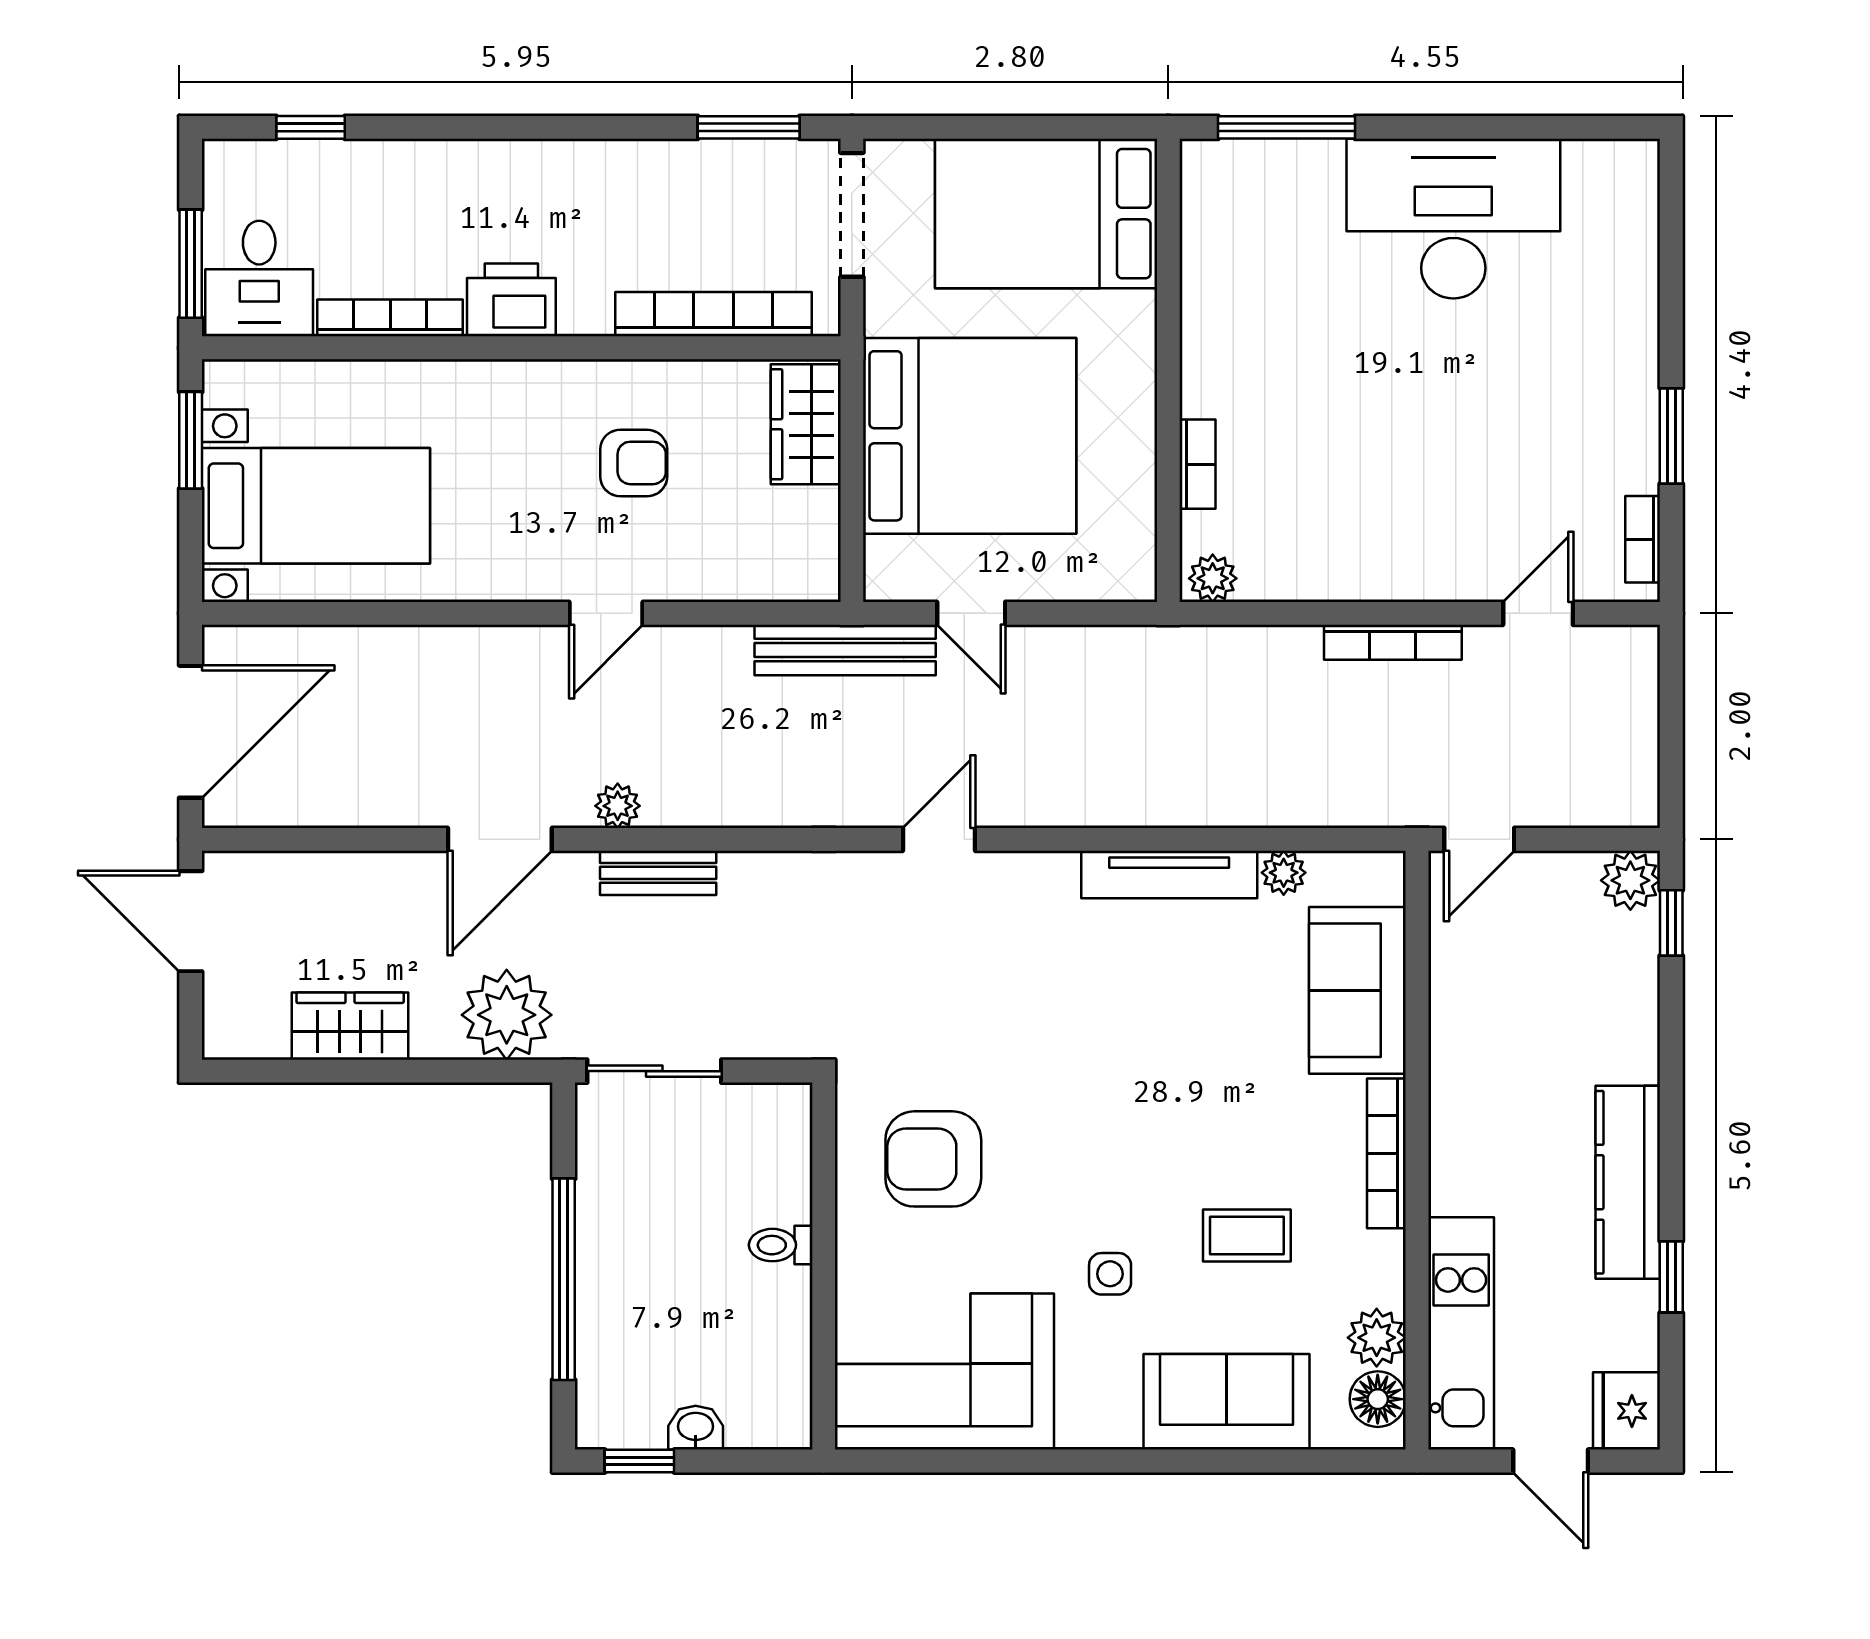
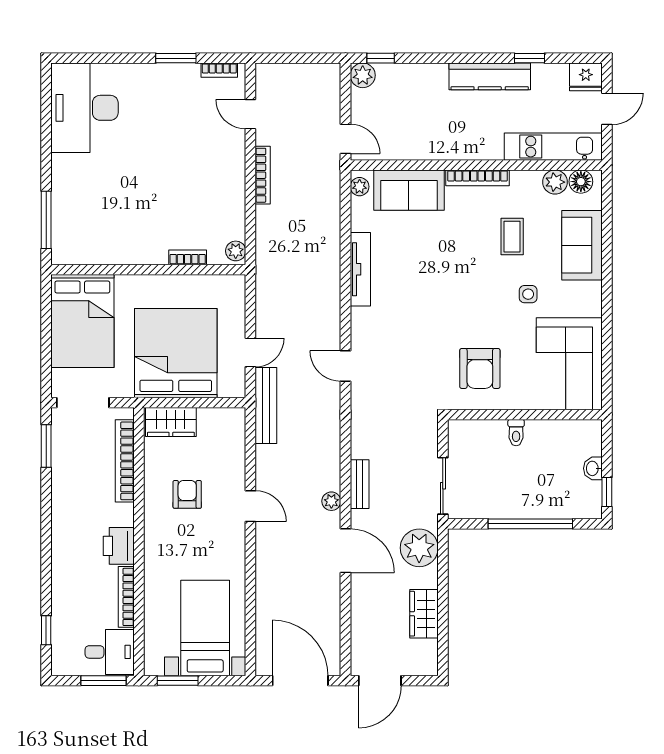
desk: (1453, 219) -> (84, 108), moved
plant: (1284, 873) -> (360, 187), moved

